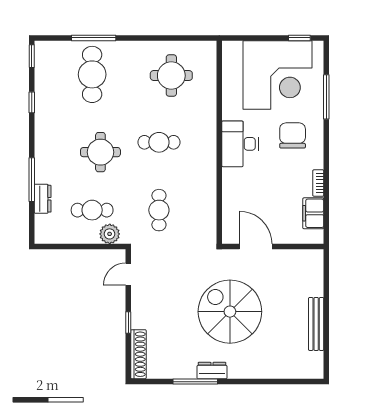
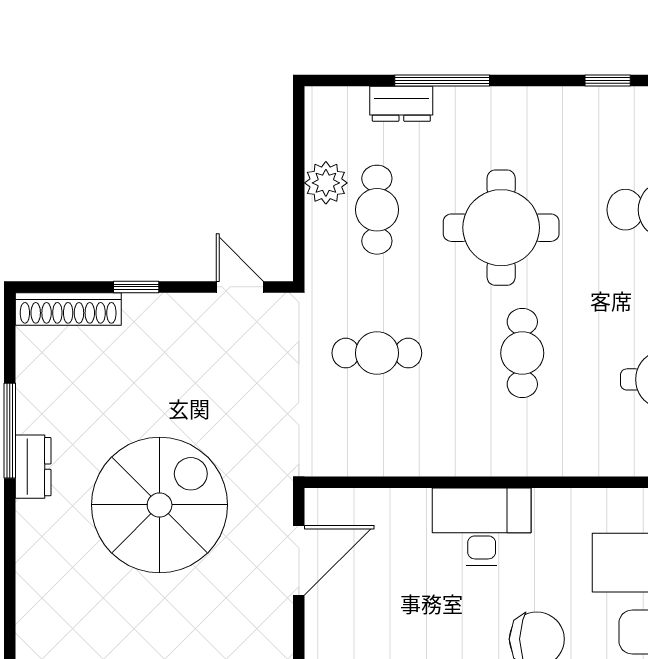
desk: (240, 144) -> (482, 527), moved
round table: (100, 152) -> (501, 228), width x1.36, depth x1.36
plant: (110, 234) -> (326, 183), moved

